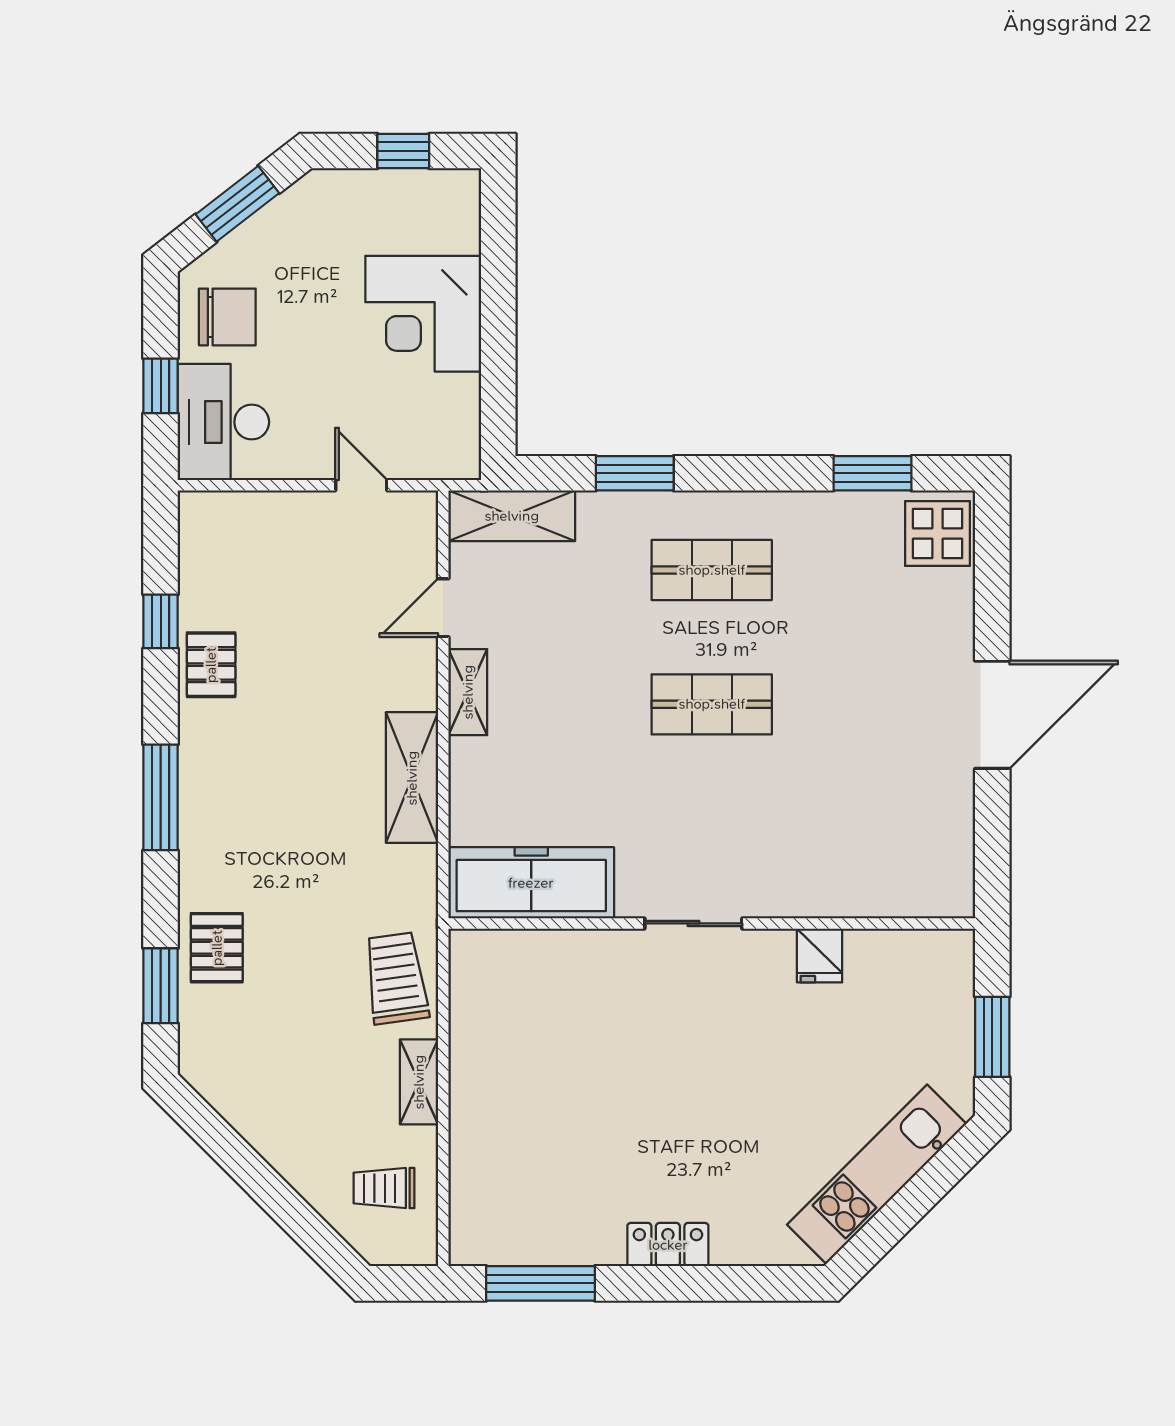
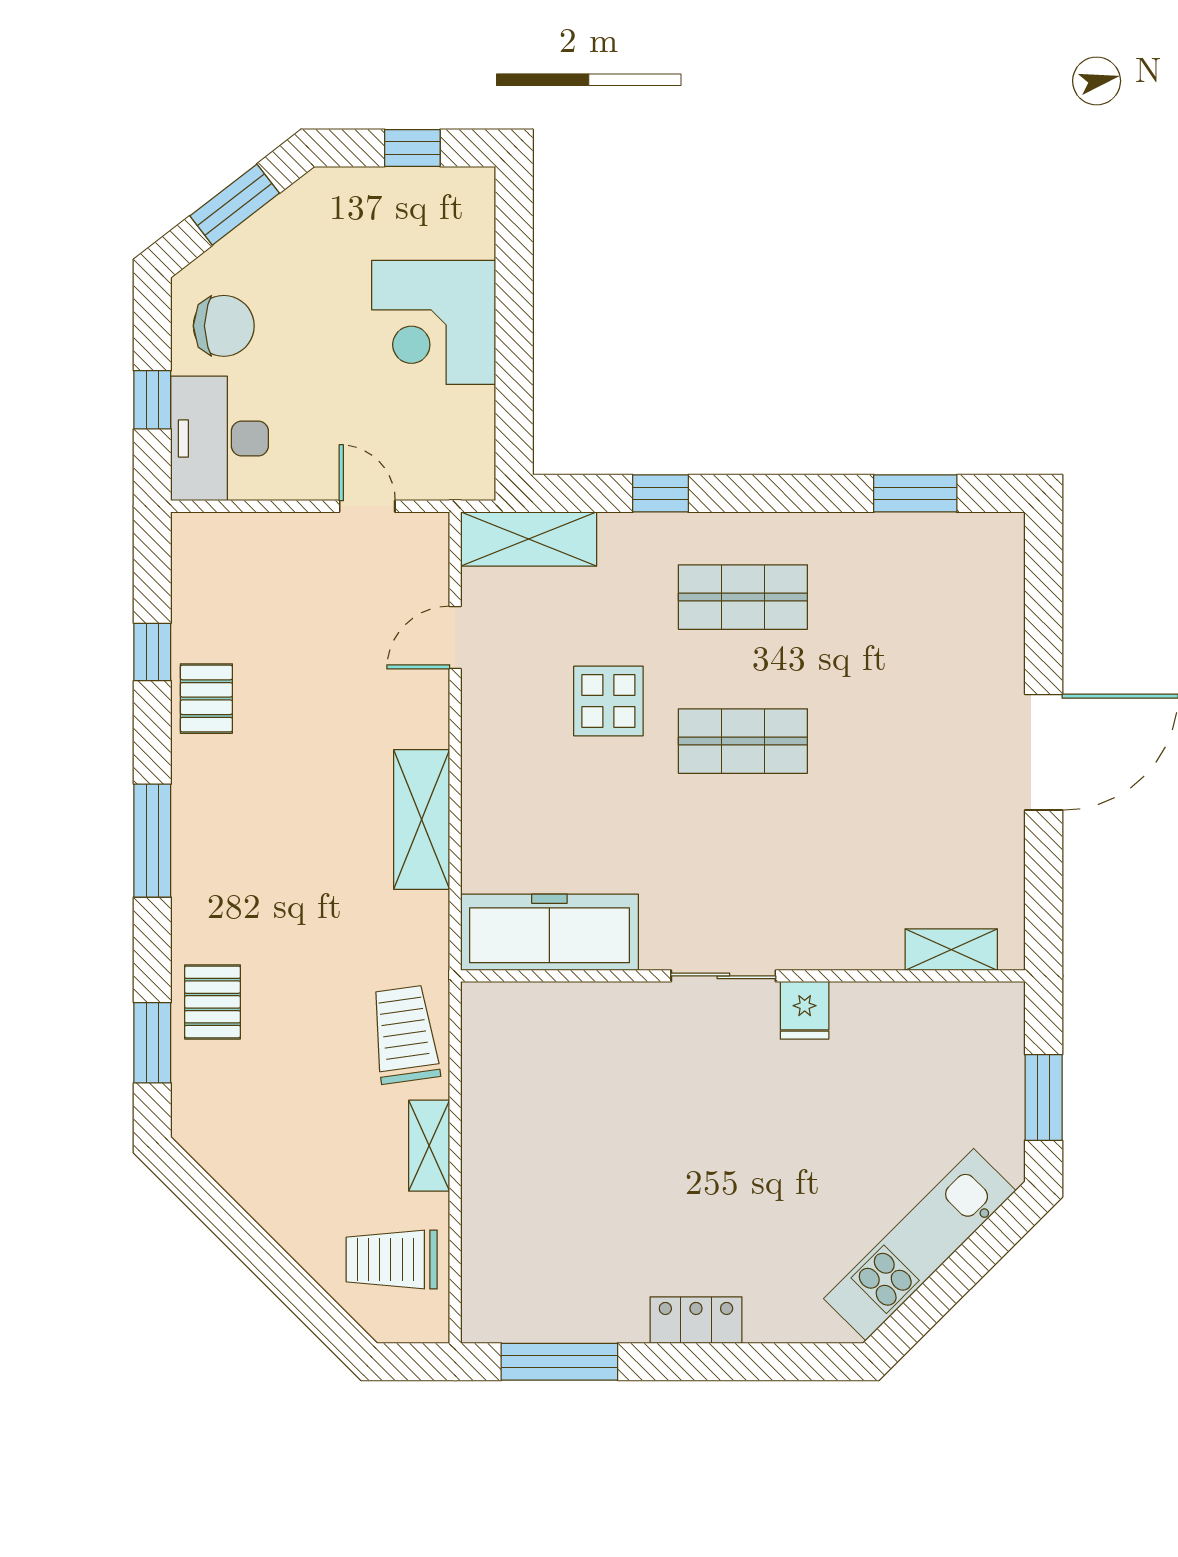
window: (635, 473) -> (661, 493), width x0.67
display table: (938, 533) -> (608, 701), moved
shelving: (468, 692) -> (951, 950), moved, turned 90
fridge: (820, 956) -> (805, 1010), moved
trolley: (384, 1188) -> (392, 1259), width x1.36, depth x1.39

